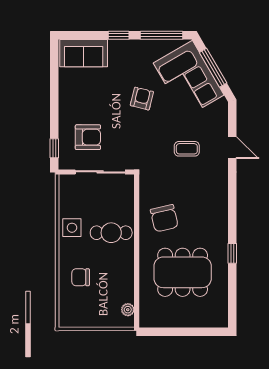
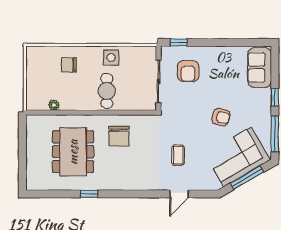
chair: (164, 218) -> (119, 136), turned -77
chair: (81, 277) -> (69, 65), turned -90
plant: (128, 310) -> (54, 105), moved

